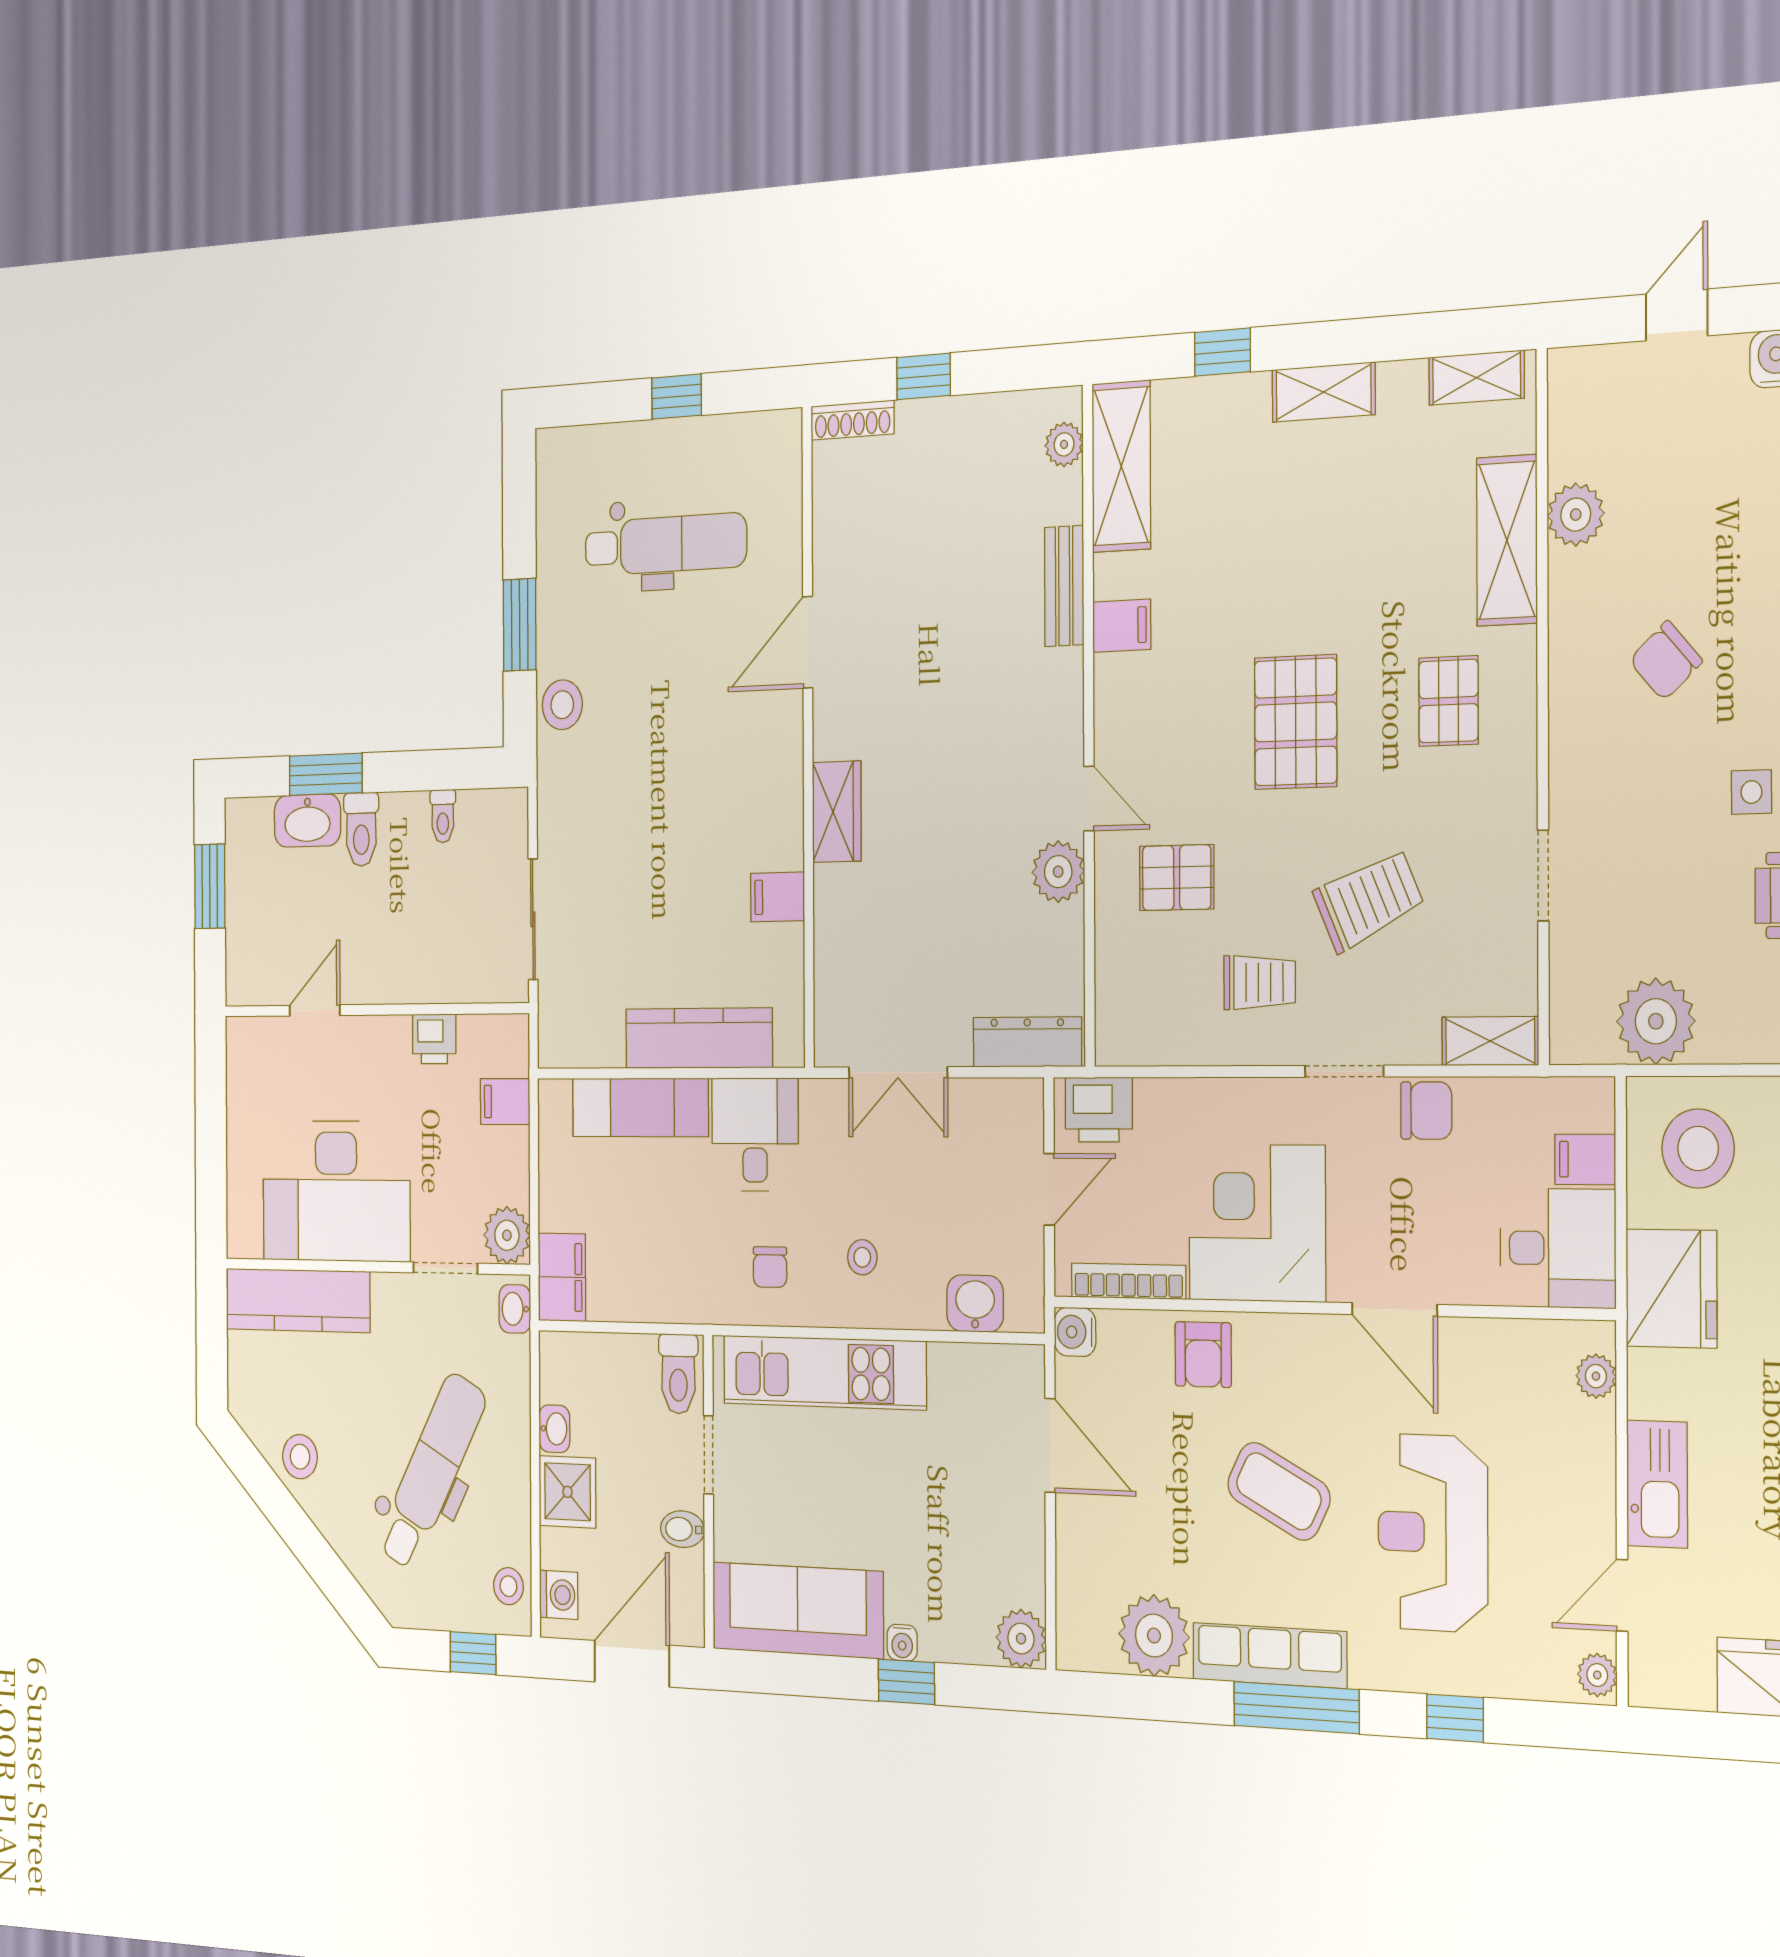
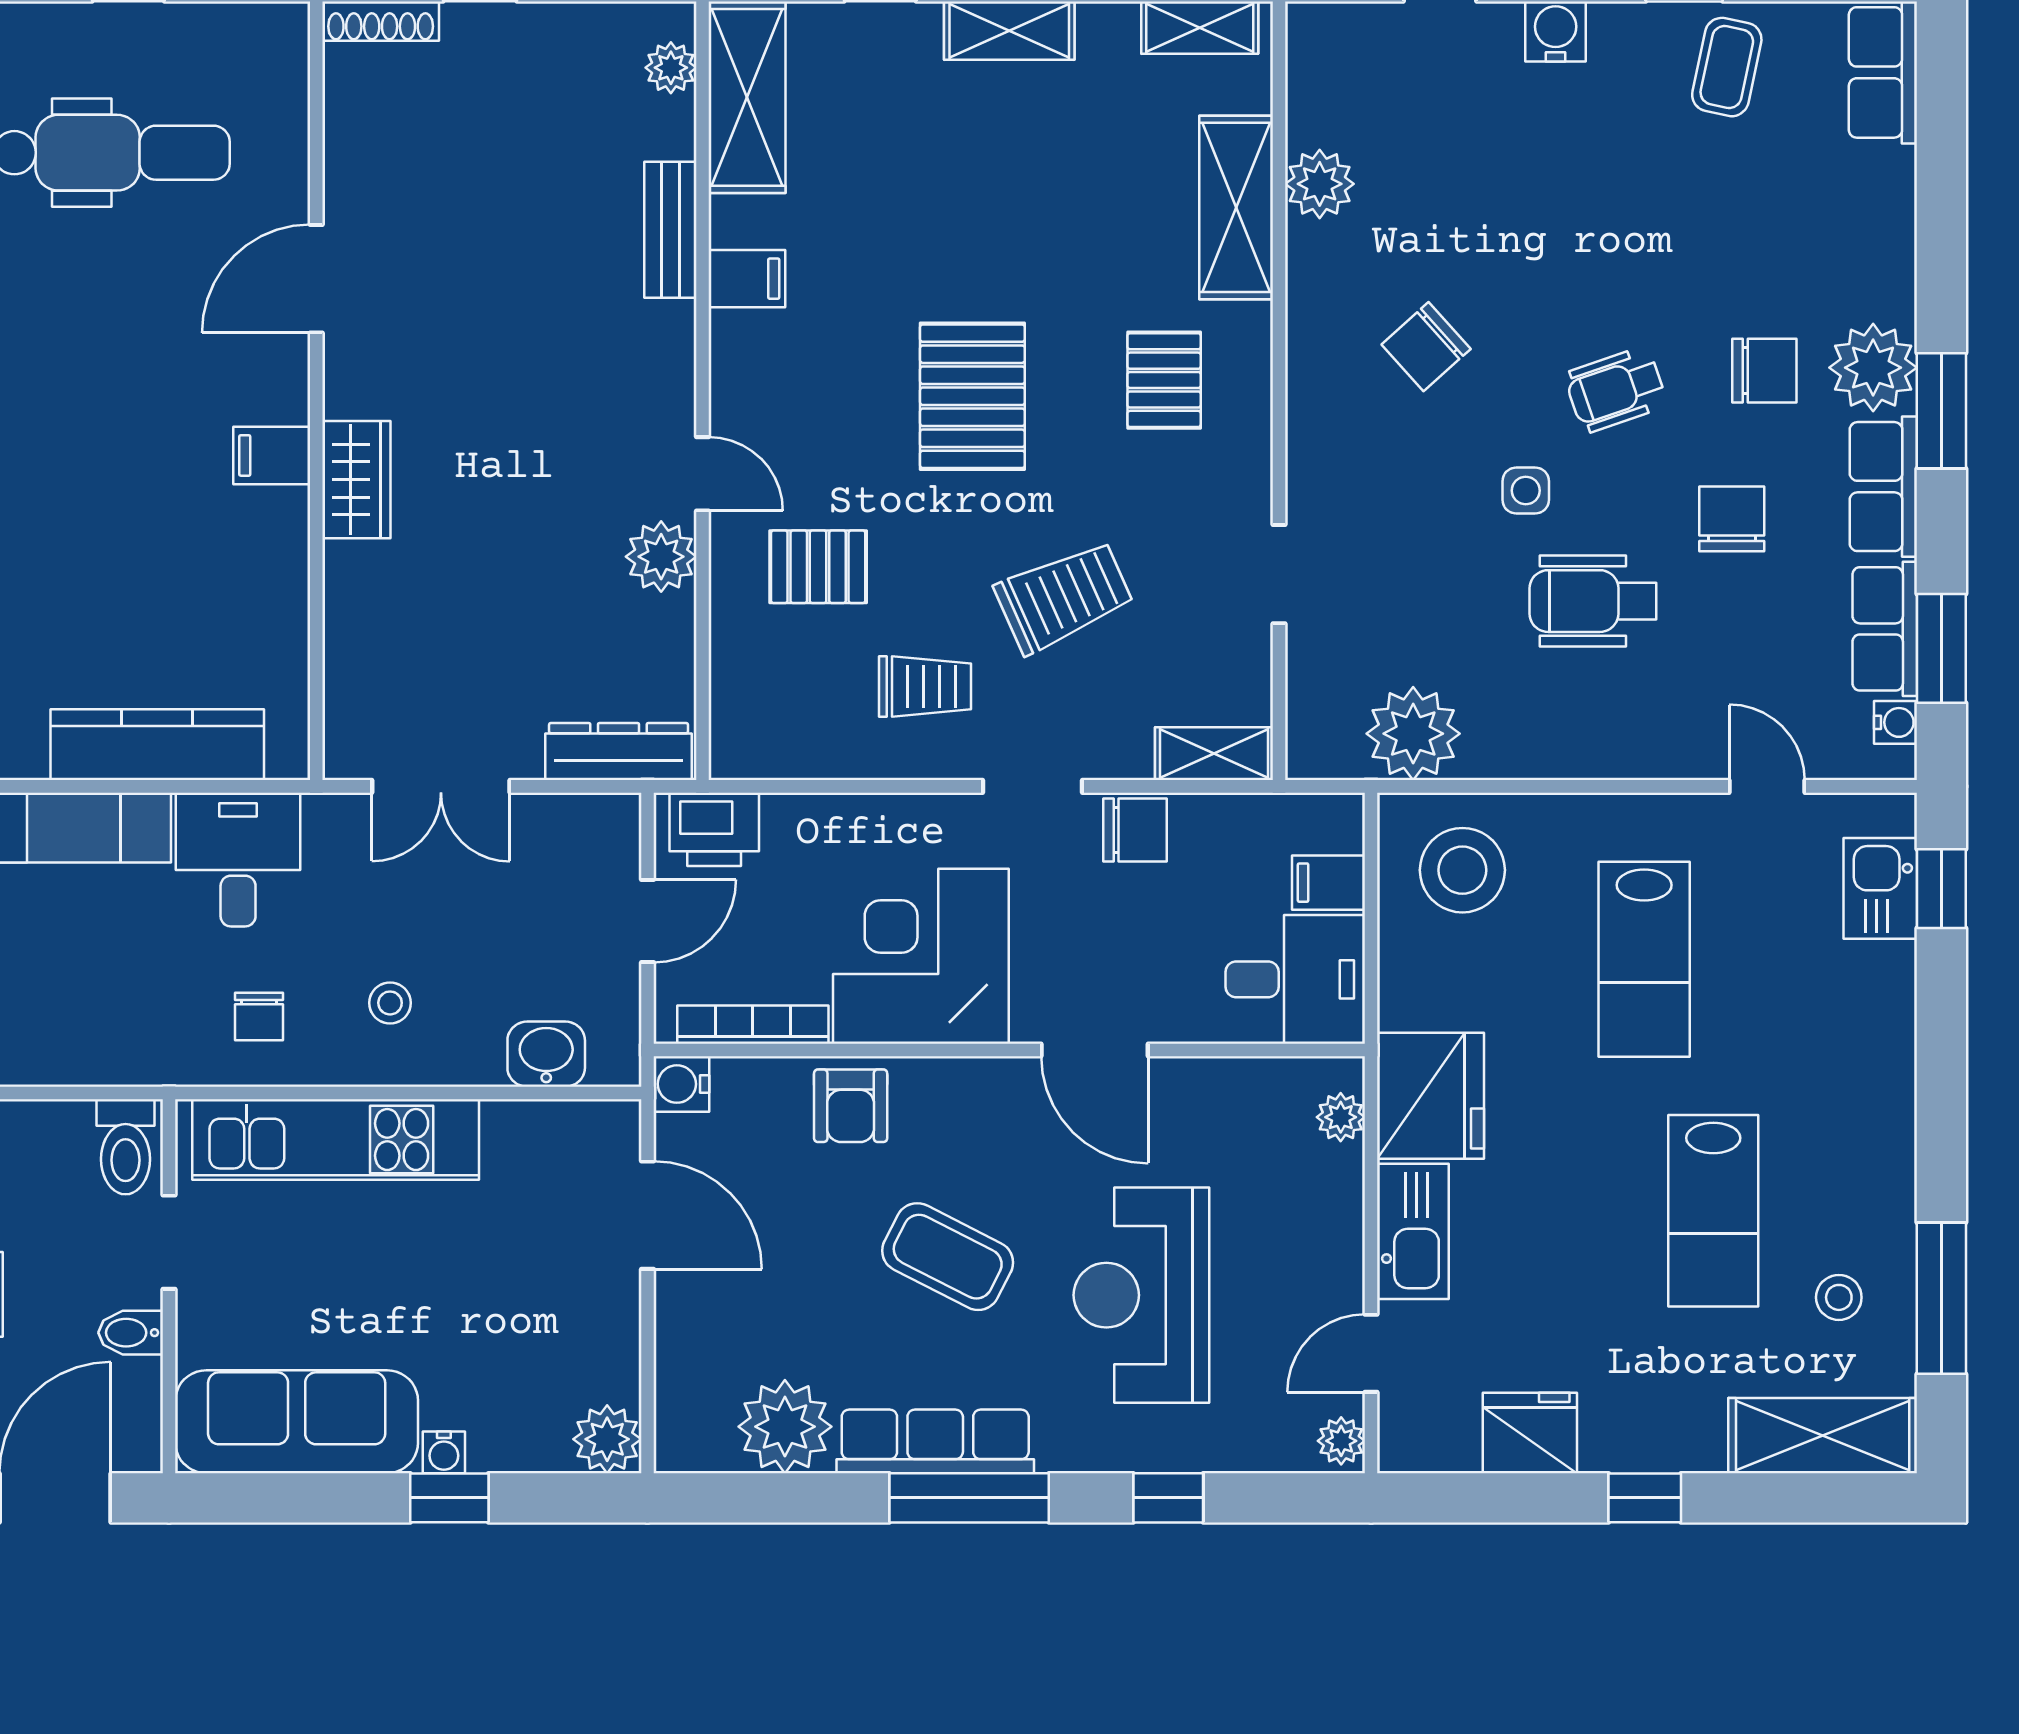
filing cabinet: (777, 897) -> (272, 455), moved
fridge: (1671, 1289) -> (1431, 1096), moved

